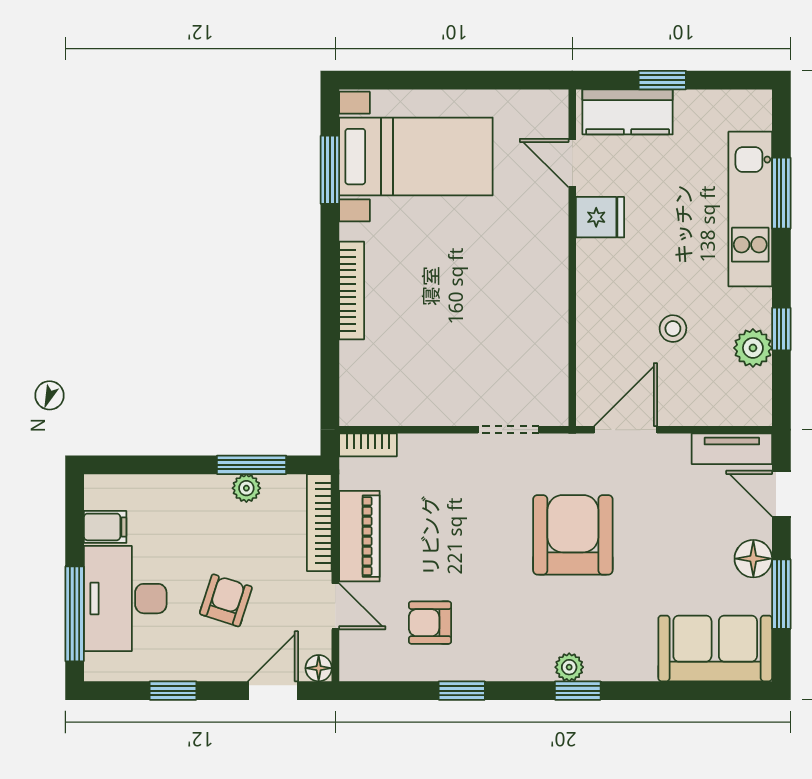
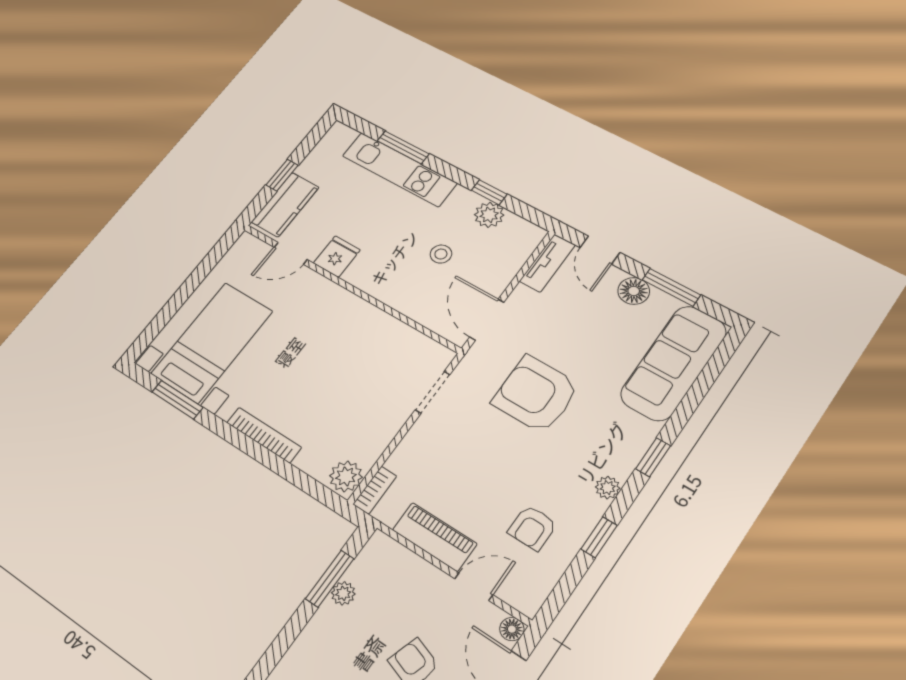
plant: (363, 406) -> (346, 476), added
door: (781, 494) -> (600, 250), hinge flipped
bookcase: (319, 523) -> (405, 558), removed
sofa: (715, 648) -> (674, 363), width x1.36
plant: (569, 667) -> (608, 488), moved

